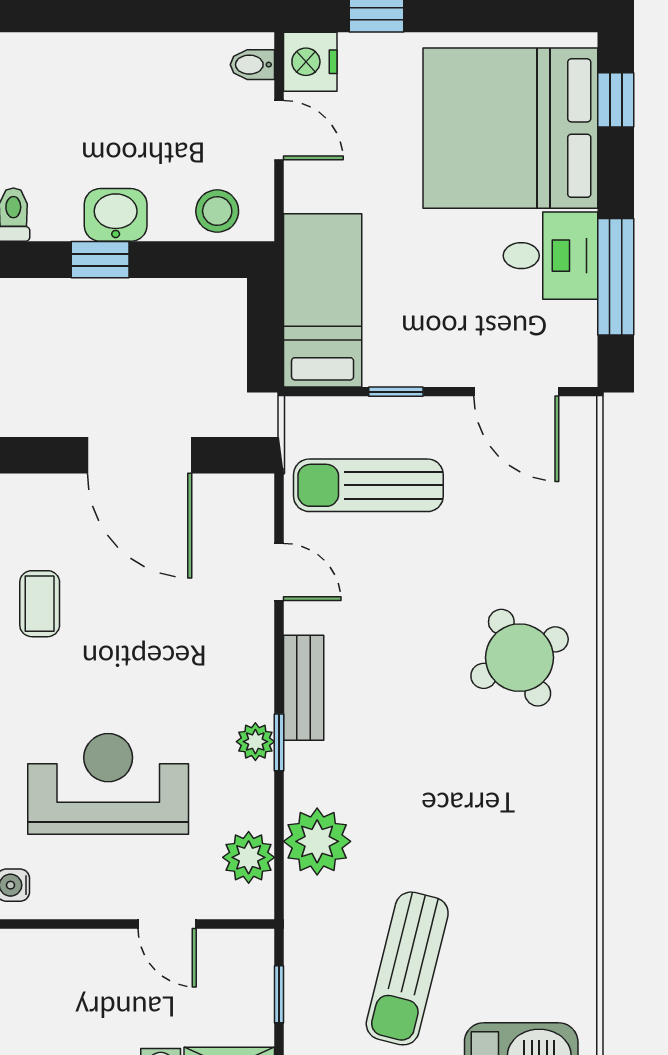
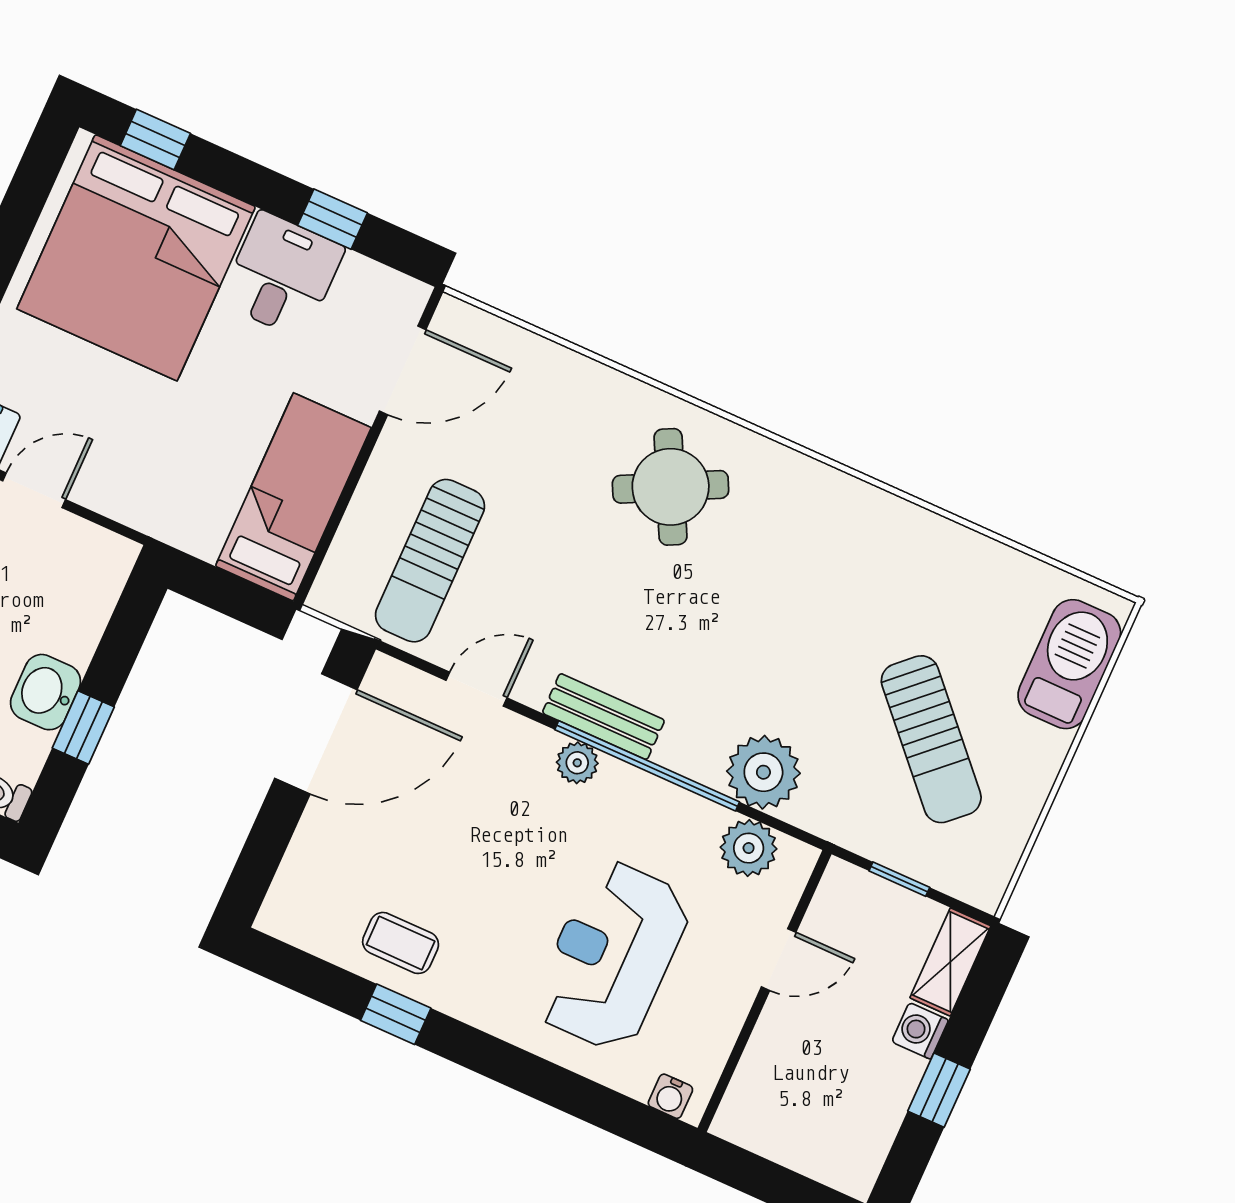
stool: (217, 211) -> (87, 589), removed
window: (616, 277) -> (333, 219), width x0.46
bed: (323, 300) -> (293, 497), moved, turned 90
window: (396, 392) -> (349, 491), removed
door: (140, 455) -> (316, 734), moved
plant: (255, 742) -> (577, 763), moved
window: (279, 742) -> (647, 766), width x3.17
sun lounger: (407, 968) -> (931, 739), turned 33

